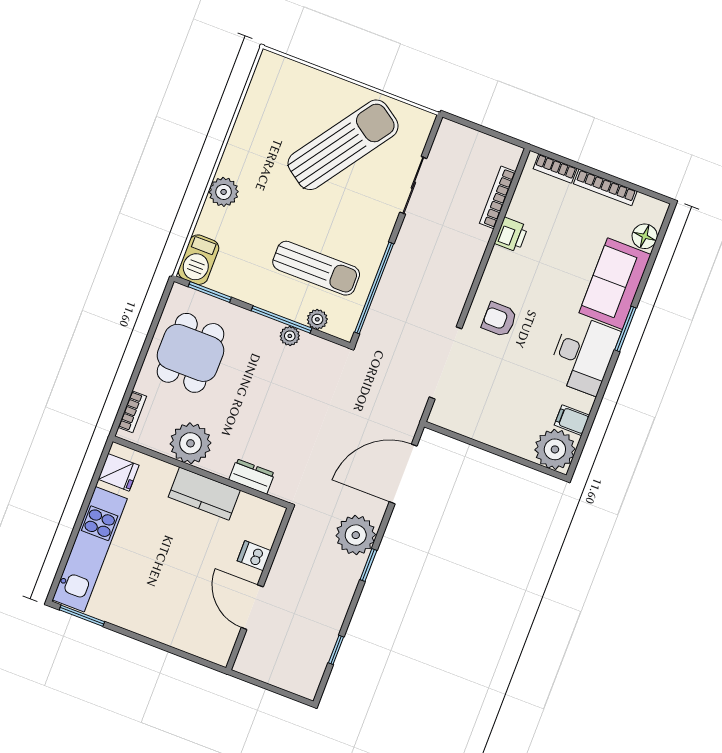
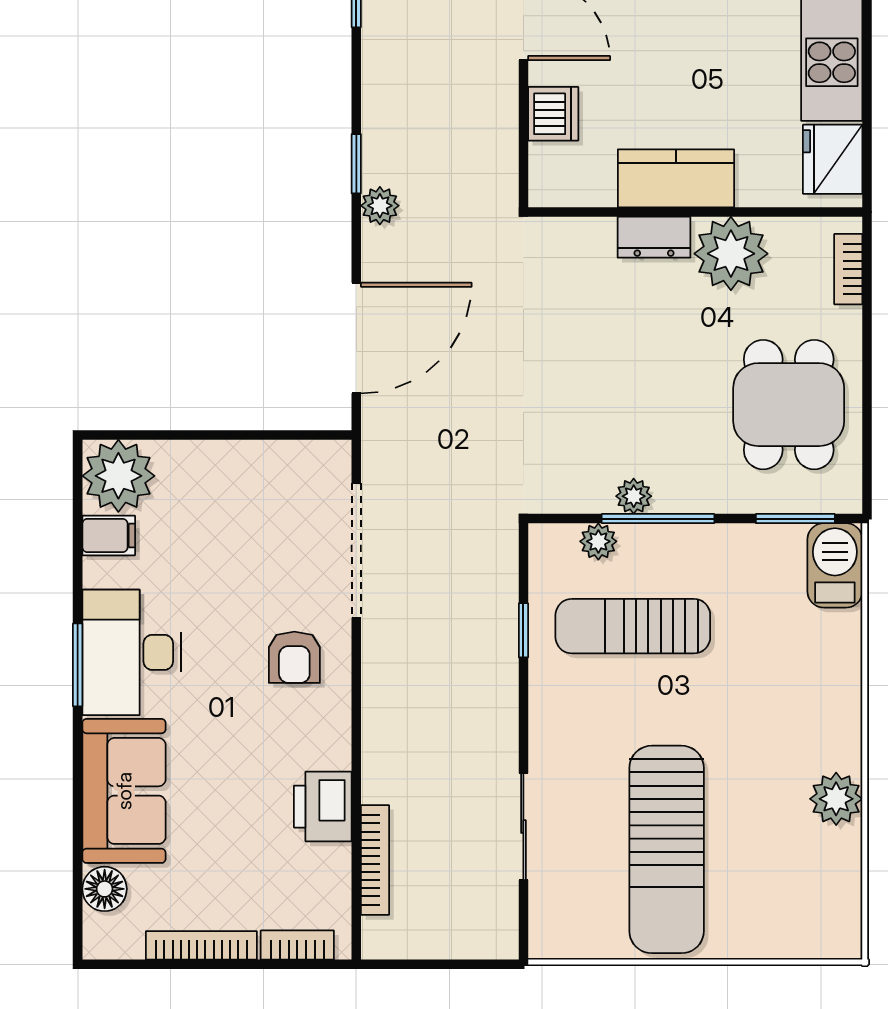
sun lounger: (343, 145) -> (667, 849), turned -35
plant: (224, 192) -> (836, 799), moved
printer: (511, 235) -> (323, 807), width x1.36, depth x1.24
window: (374, 288) -> (523, 630), width x0.32
armchair: (499, 319) -> (294, 657), turned 90
window: (625, 329) -> (78, 665), moved
fridge: (119, 472) -> (833, 159), width x1.38
dresser: (252, 476) -> (654, 237), moved
plant: (356, 535) -> (380, 206), width x0.53, depth x0.53
dishwasher: (254, 556) -> (553, 114), width x1.38

